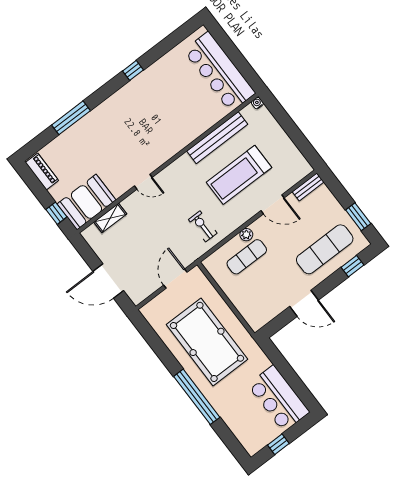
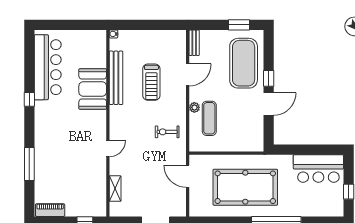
bar counter: (219, 72) -> (48, 67), moved, turned -90
treadmill: (239, 175) -> (151, 82), width x0.73, depth x0.73
booth: (86, 202) -> (93, 89), moved
exercise mat: (325, 249) -> (244, 63), width x1.47
window: (353, 266) -> (269, 78), moved

